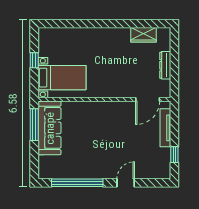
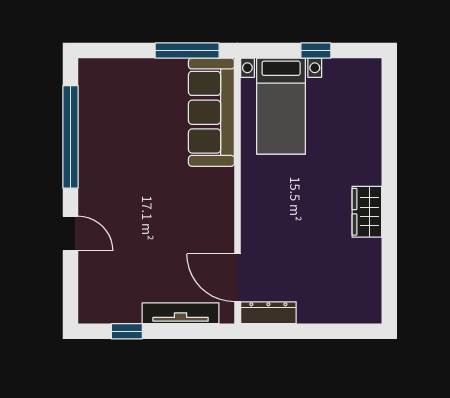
wardrobe: (143, 35) -> (367, 212), moved
dresser: (165, 65) -> (268, 313), moved
sofa: (50, 128) -> (211, 112), moved, turned 90

